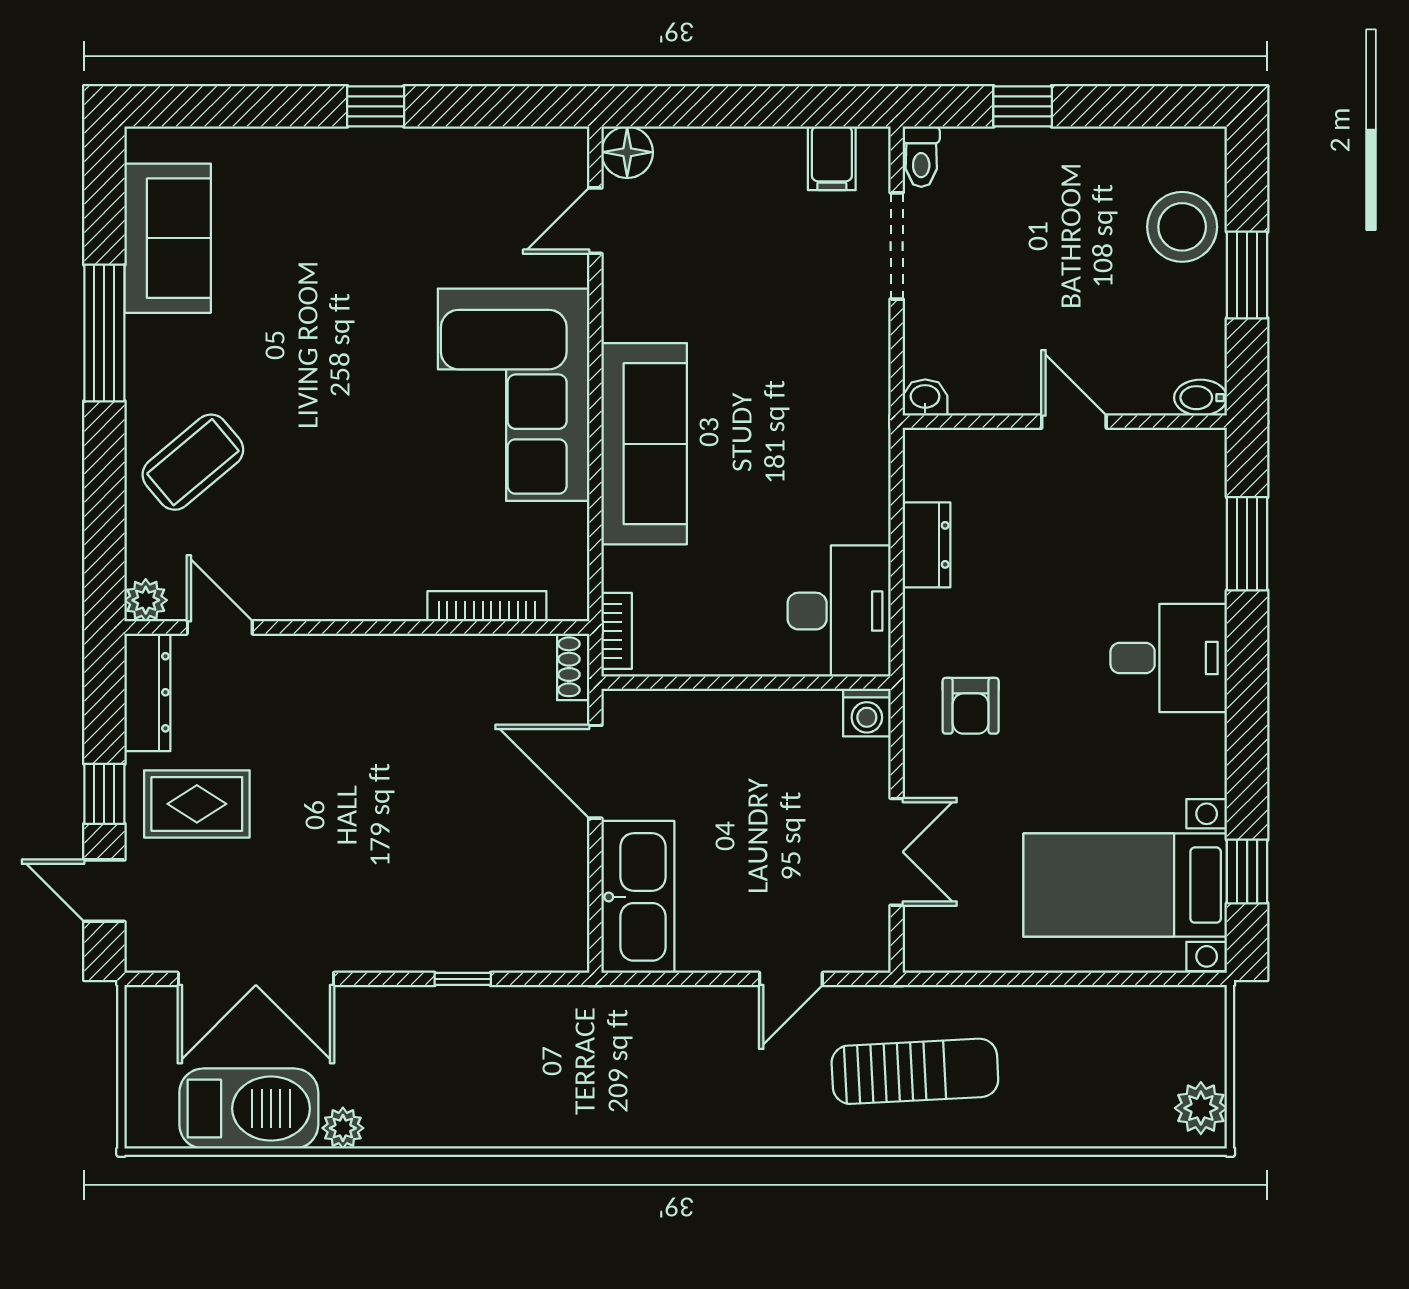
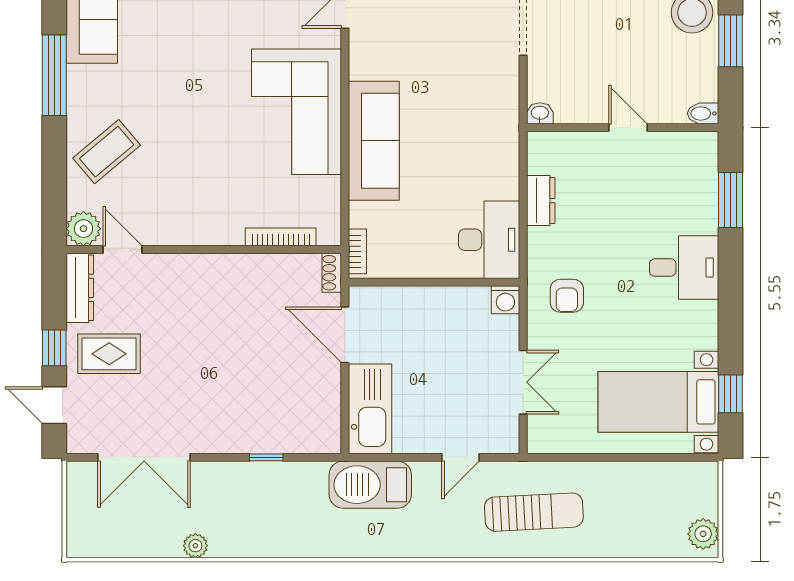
plant: (146, 600) -> (83, 229), width x1.38, depth x1.38
barbecue: (249, 1109) -> (370, 485), moved, turned 180

